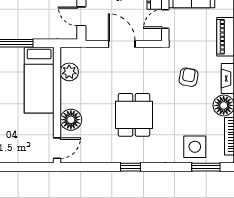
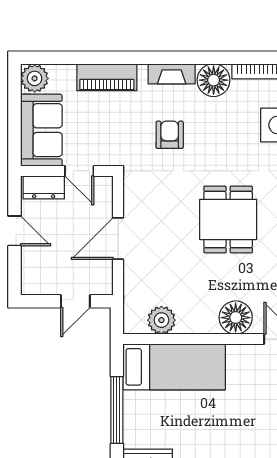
armchair: (189, 77) -> (170, 135), turned 80
dining table: (134, 115) -> (228, 219), turned 90

